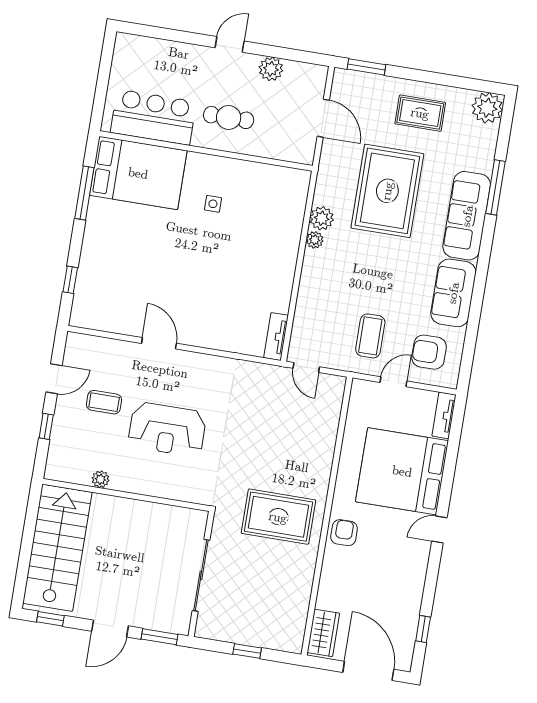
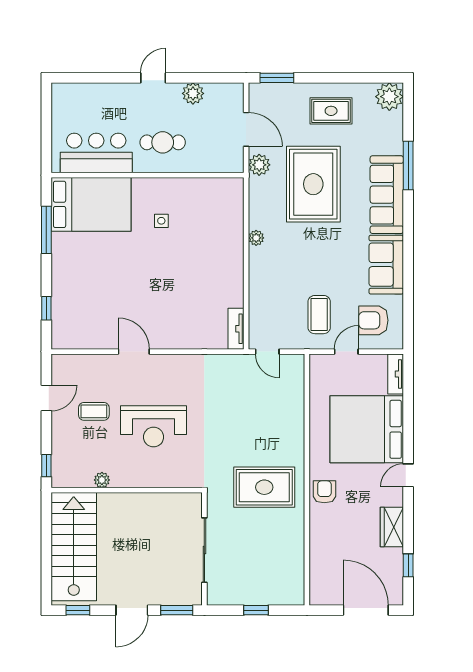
plant: (322, 218) -> (259, 165), moved
window: (46, 426) -> (46, 466), moved
wardrobe: (323, 633) -> (392, 527), moved, turned 180

